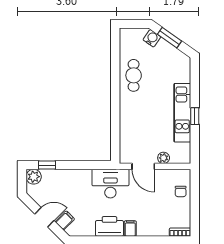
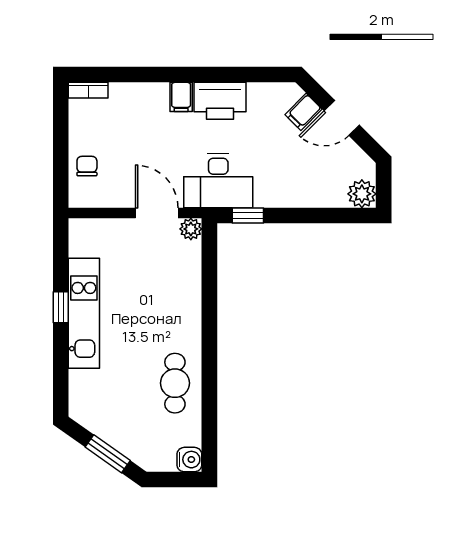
water cooler: (152, 38) -> (189, 460), moved, turned -125
plant: (164, 158) -> (191, 229), moved
window: (47, 165) -> (248, 216), moved

